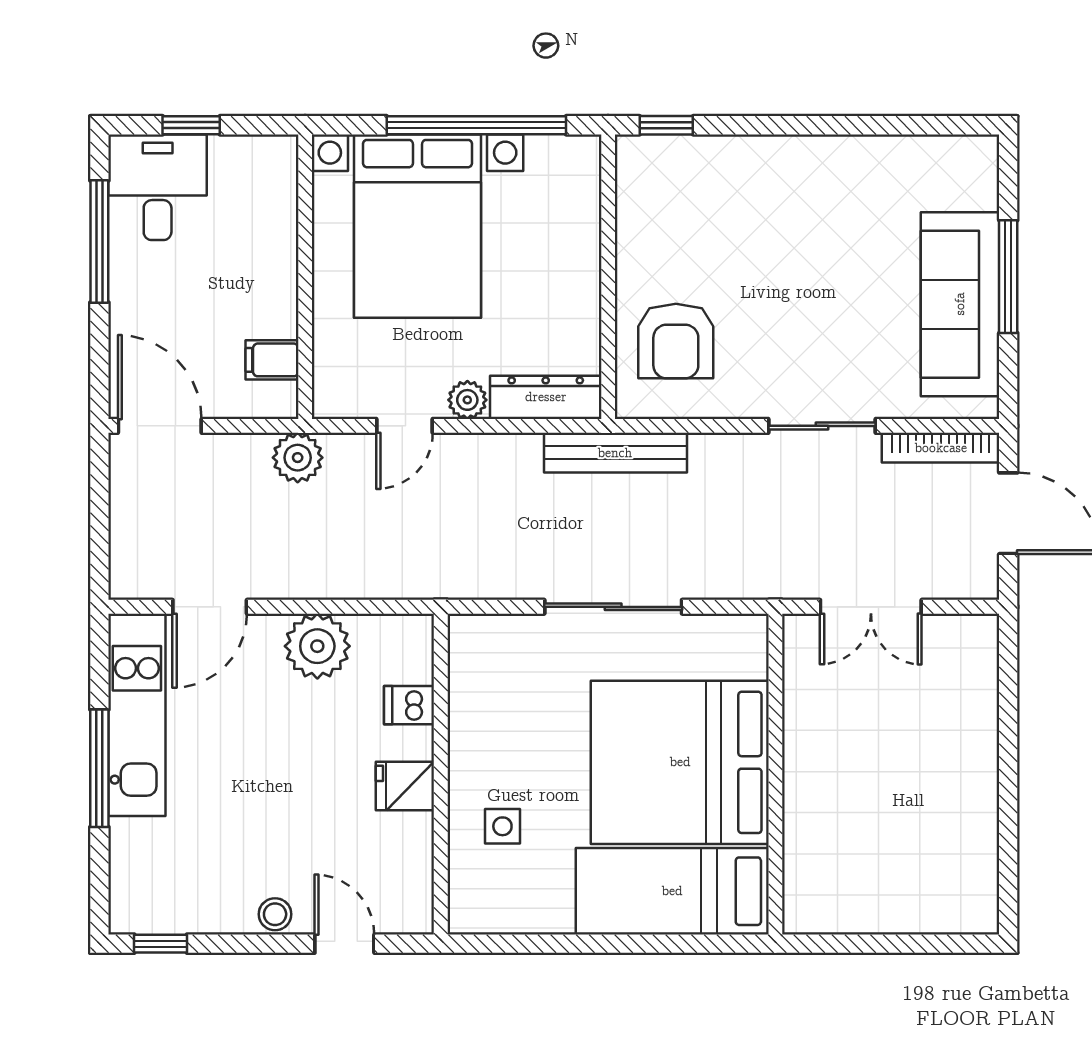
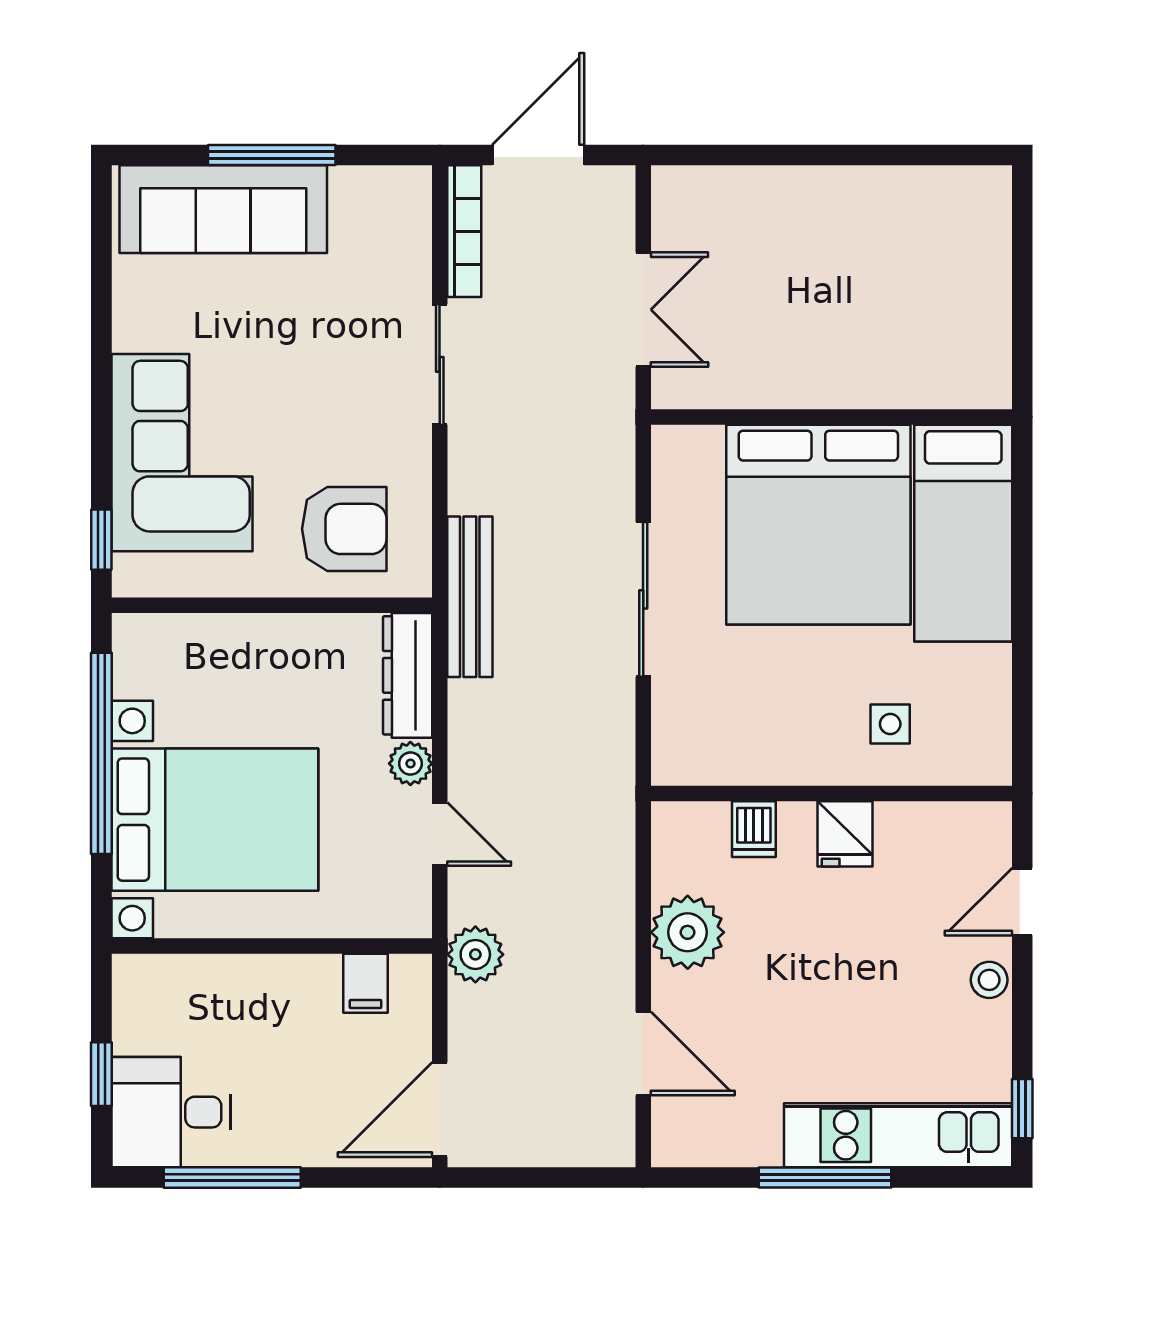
corner sofa: (744, 197) -> (182, 453), added
sofa: (960, 304) -> (223, 209), moved
kitchen unit: (137, 715) -> (898, 1135), moved

